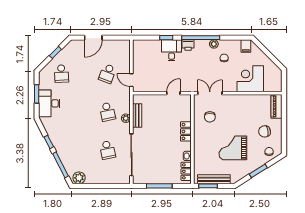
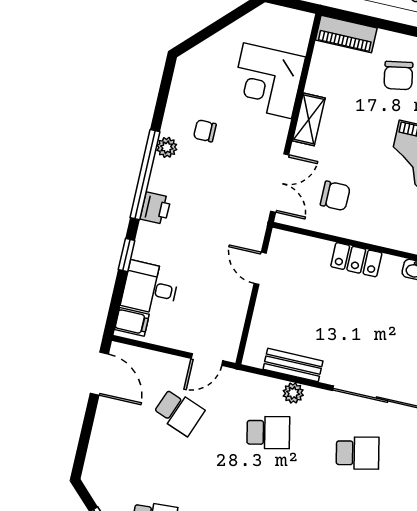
door: (93, 38) -> (99, 374), moved
filing cabinet: (246, 46) -> (132, 322), moved
desk: (172, 50) -> (150, 288), moved
double door: (210, 93) -> (280, 183), swing flipped
shelving: (238, 99) -> (309, 119), added

